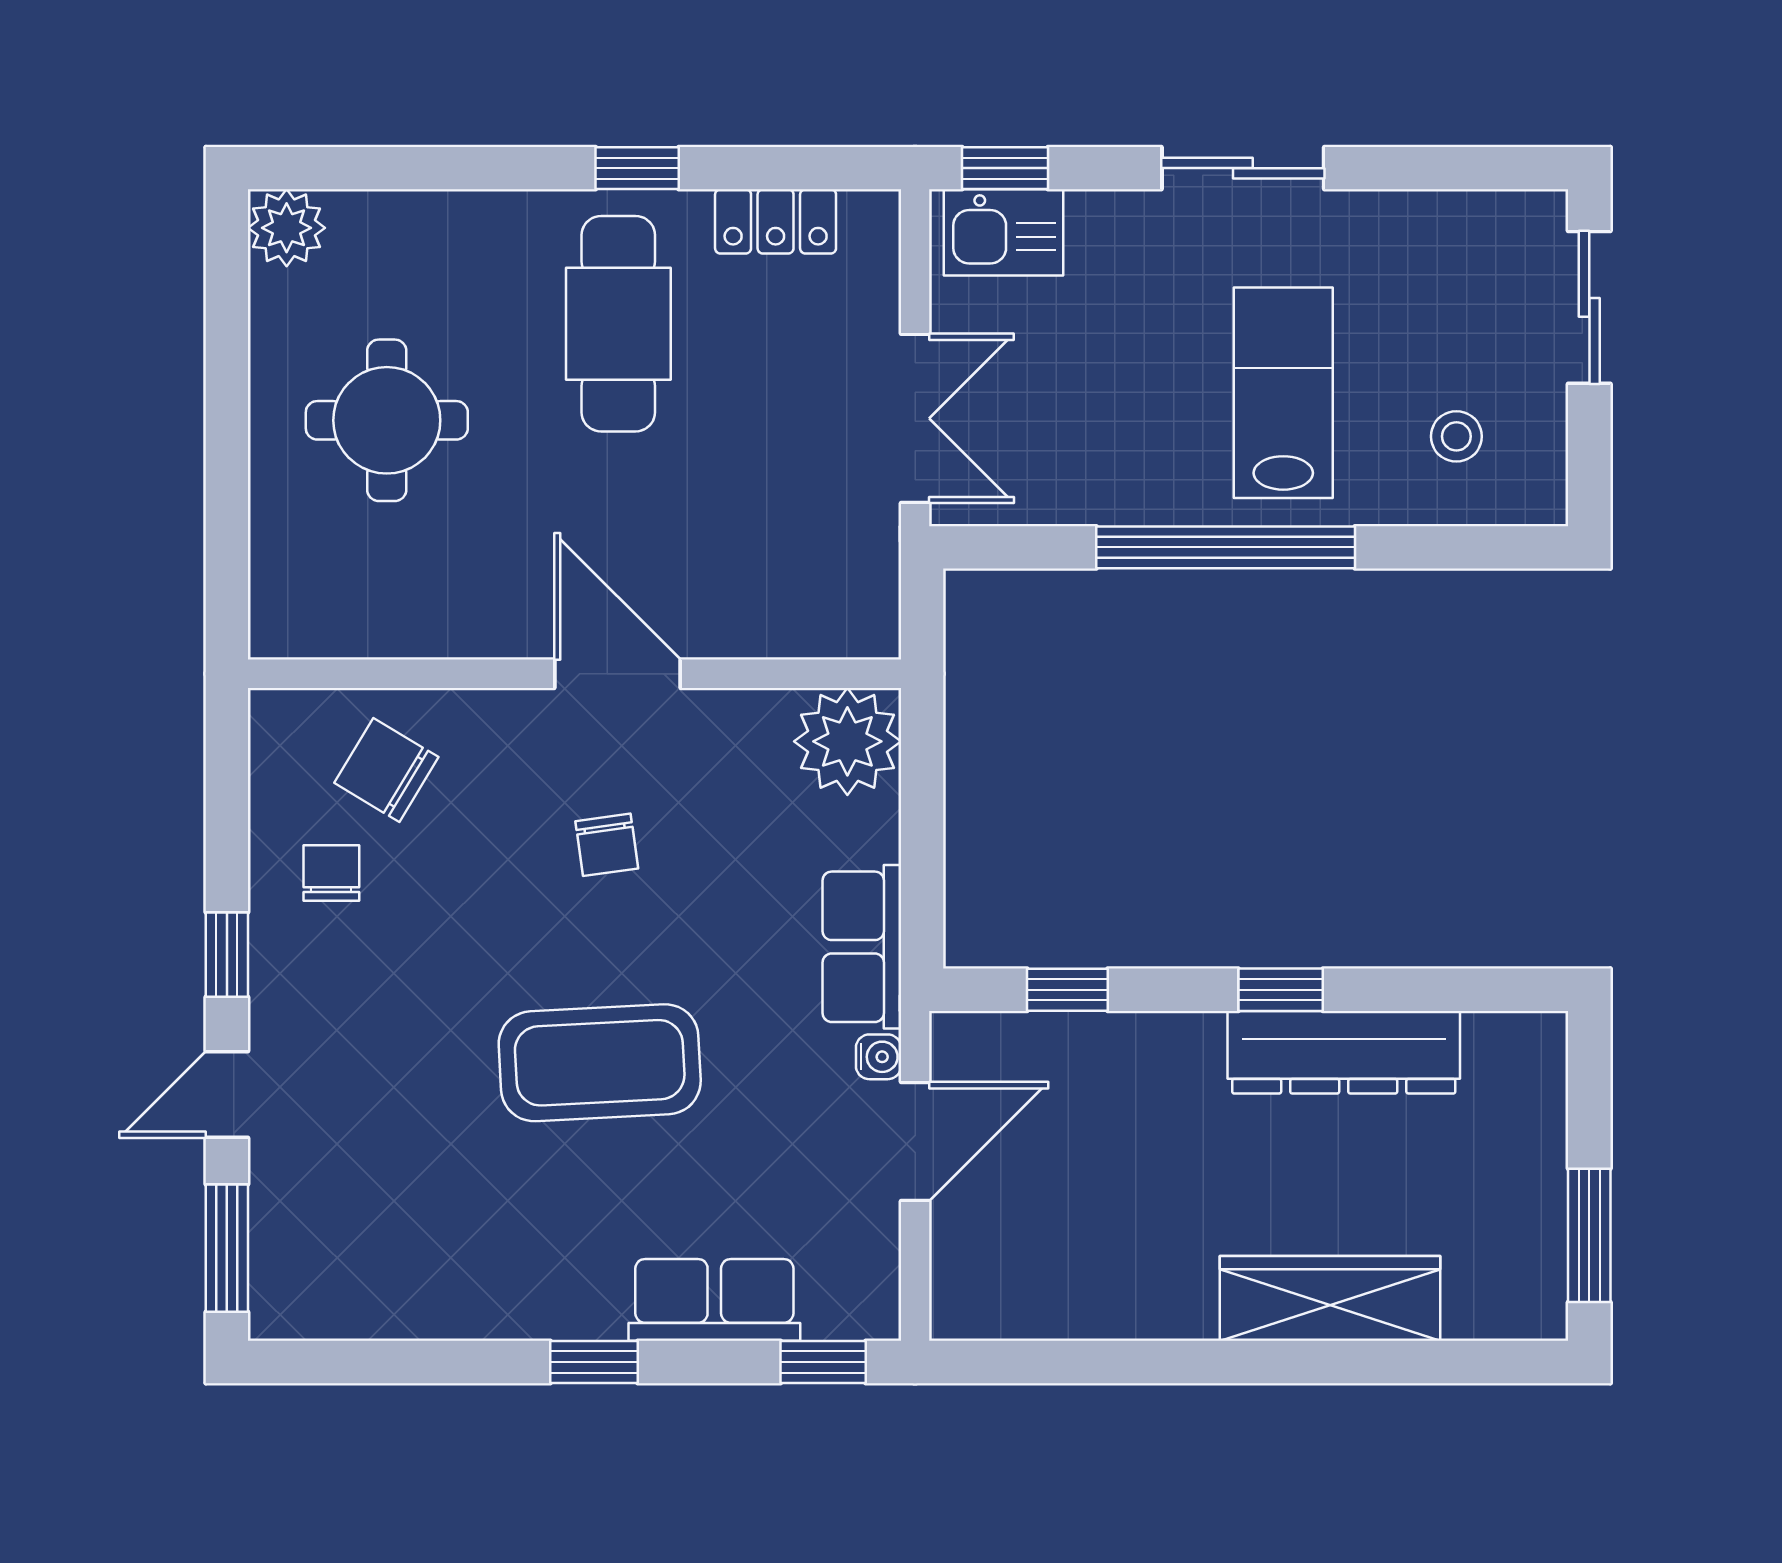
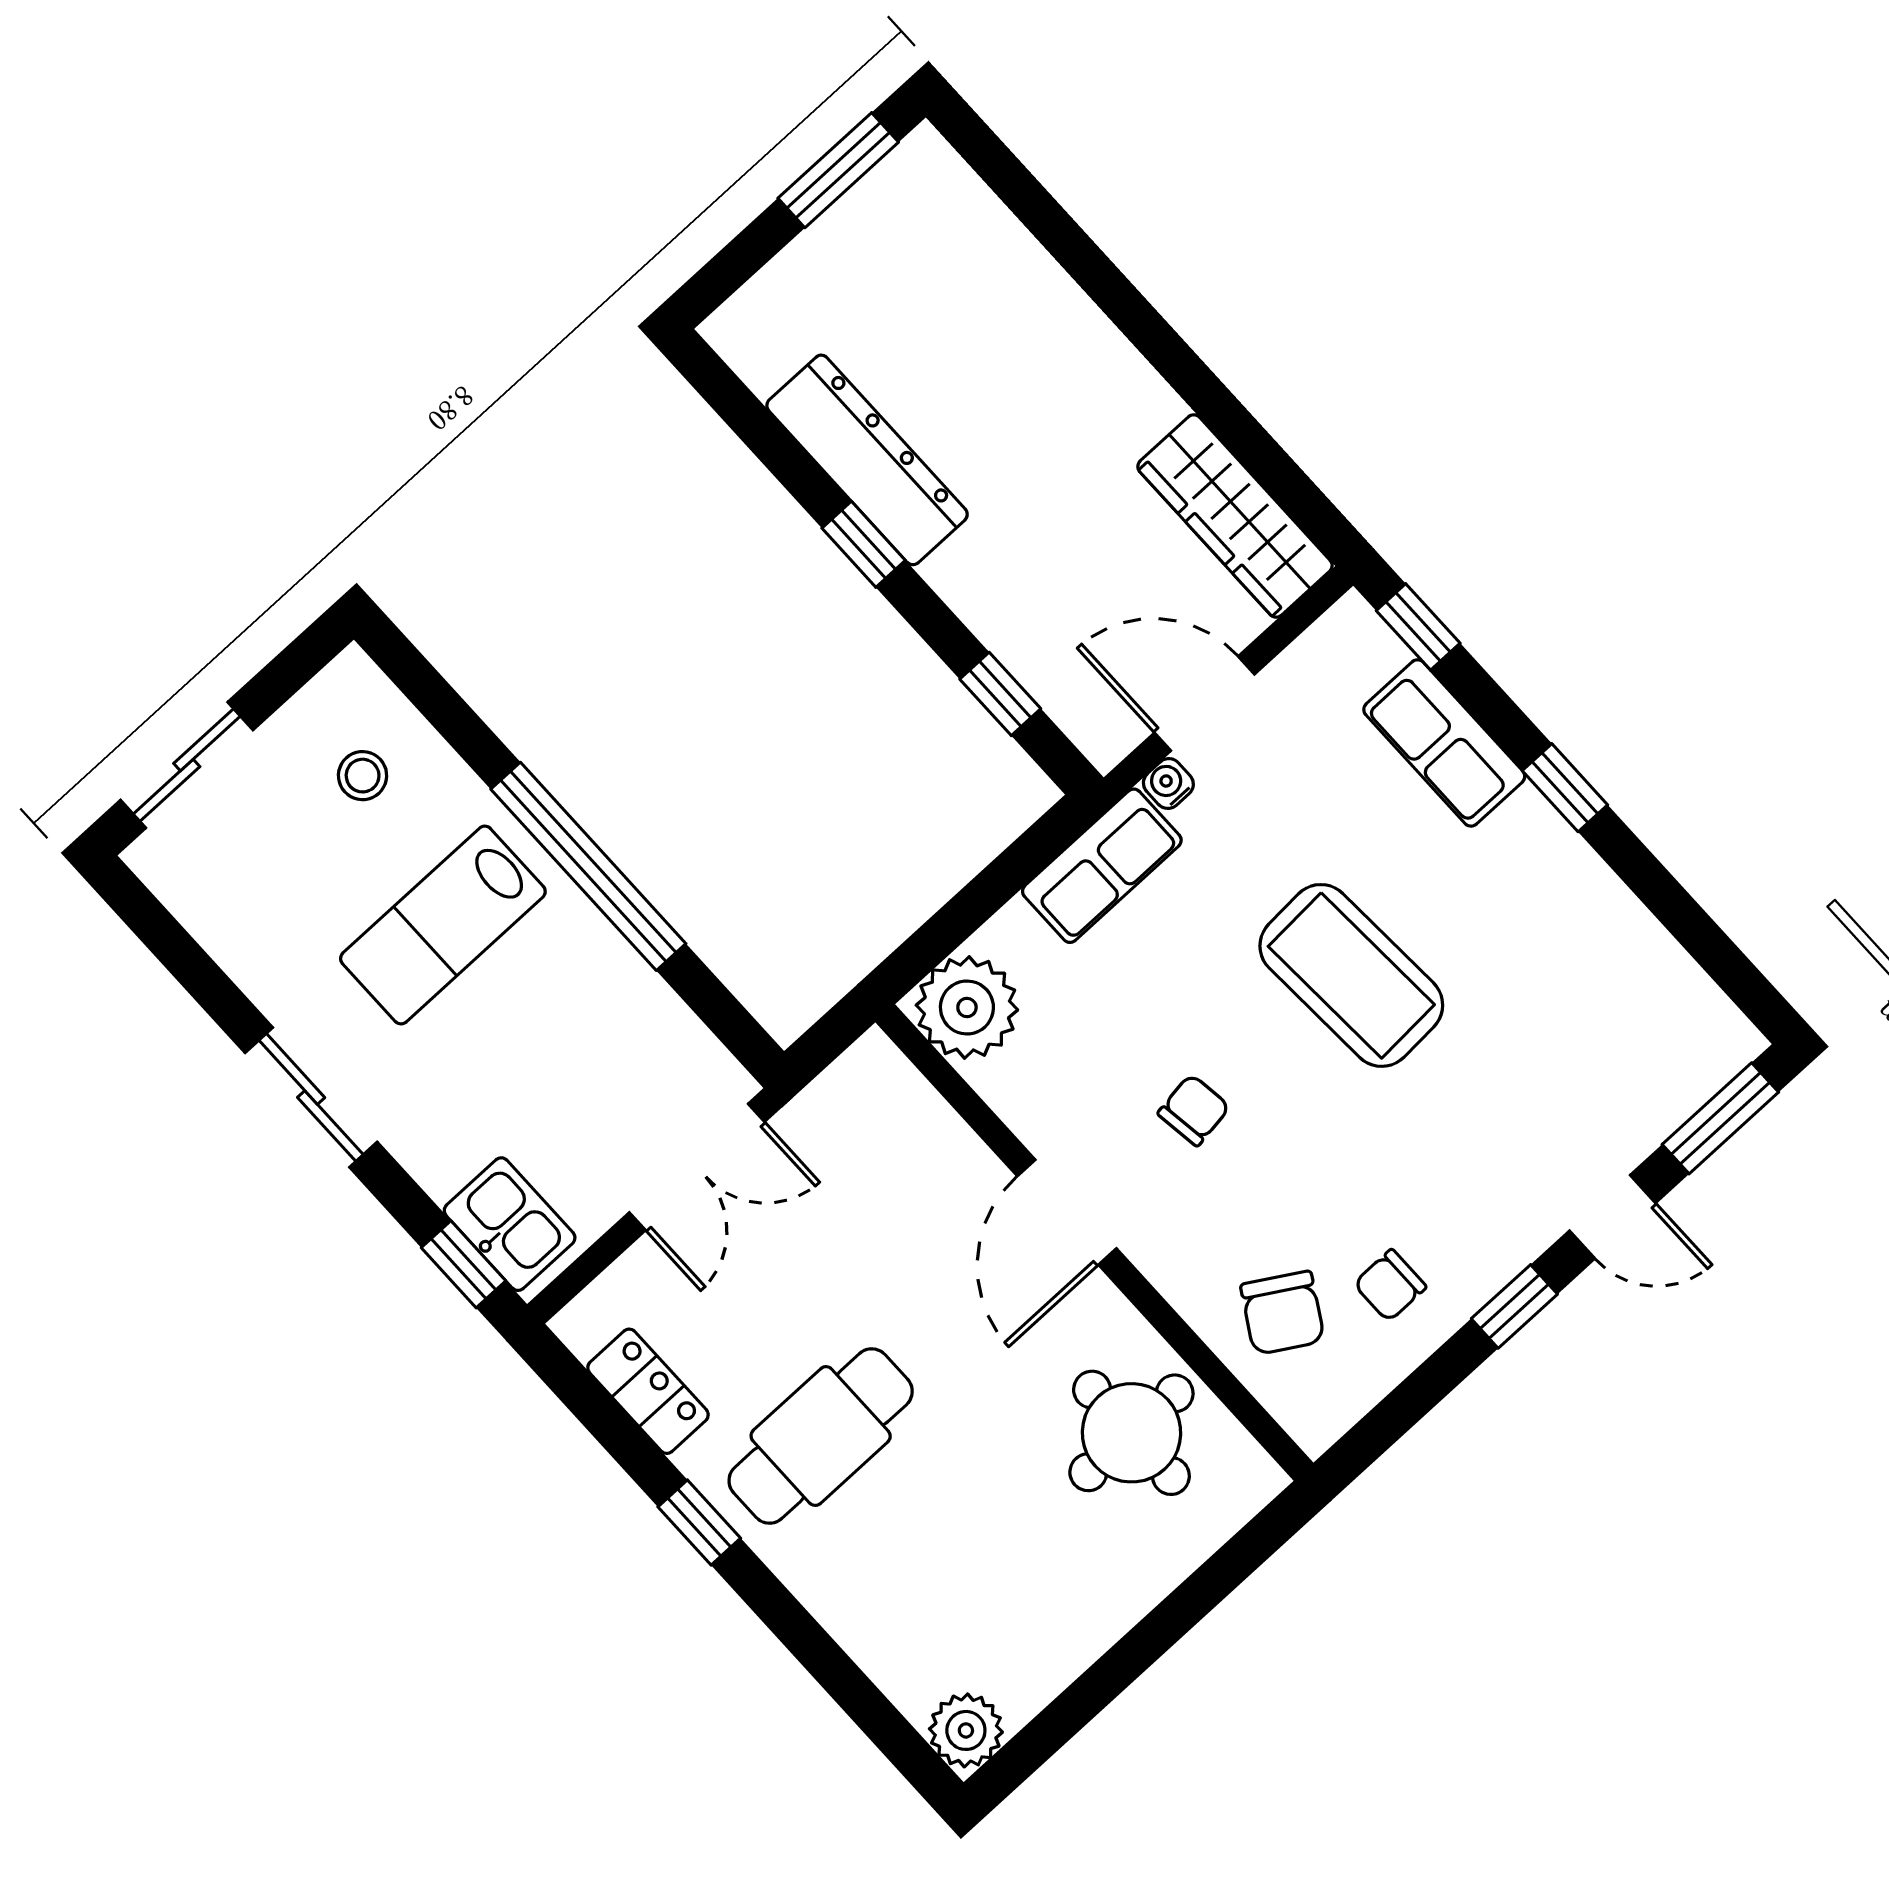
double door: (915, 418) -> (697, 1167), swing flipped
round table: (387, 420) -> (1131, 1433), moved
wardrobe: (1330, 1298) -> (1235, 516), moved

